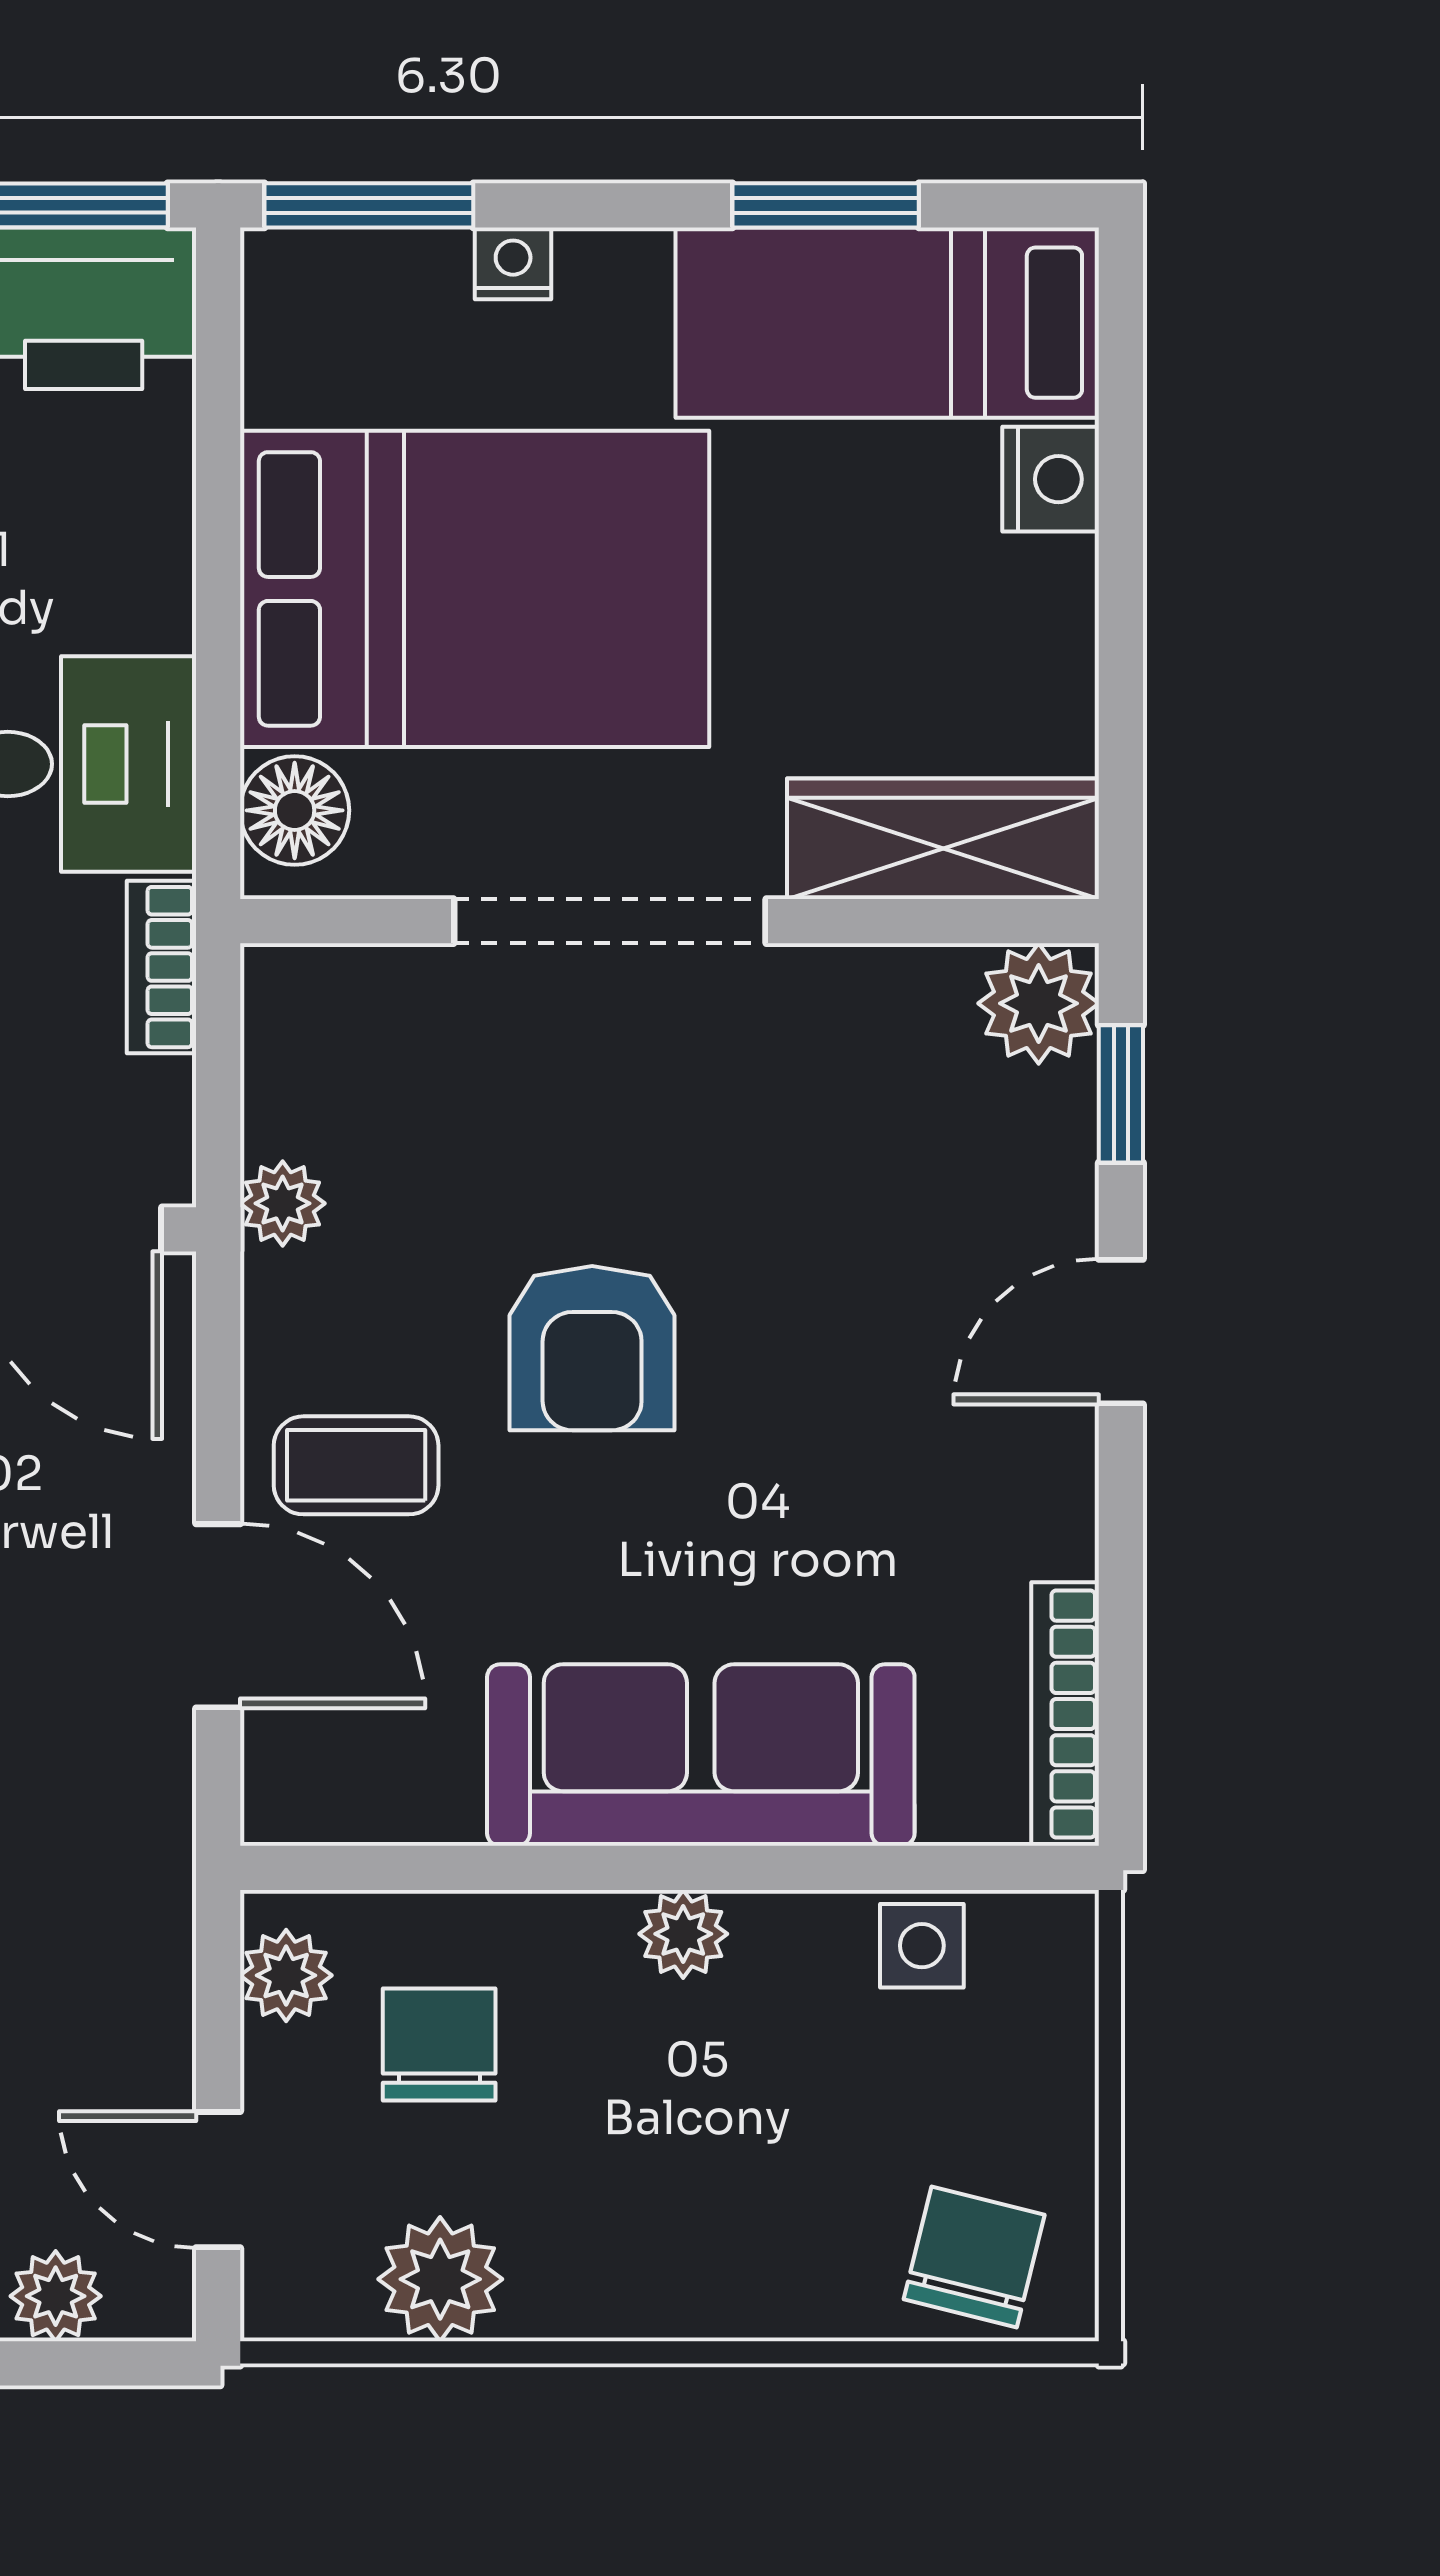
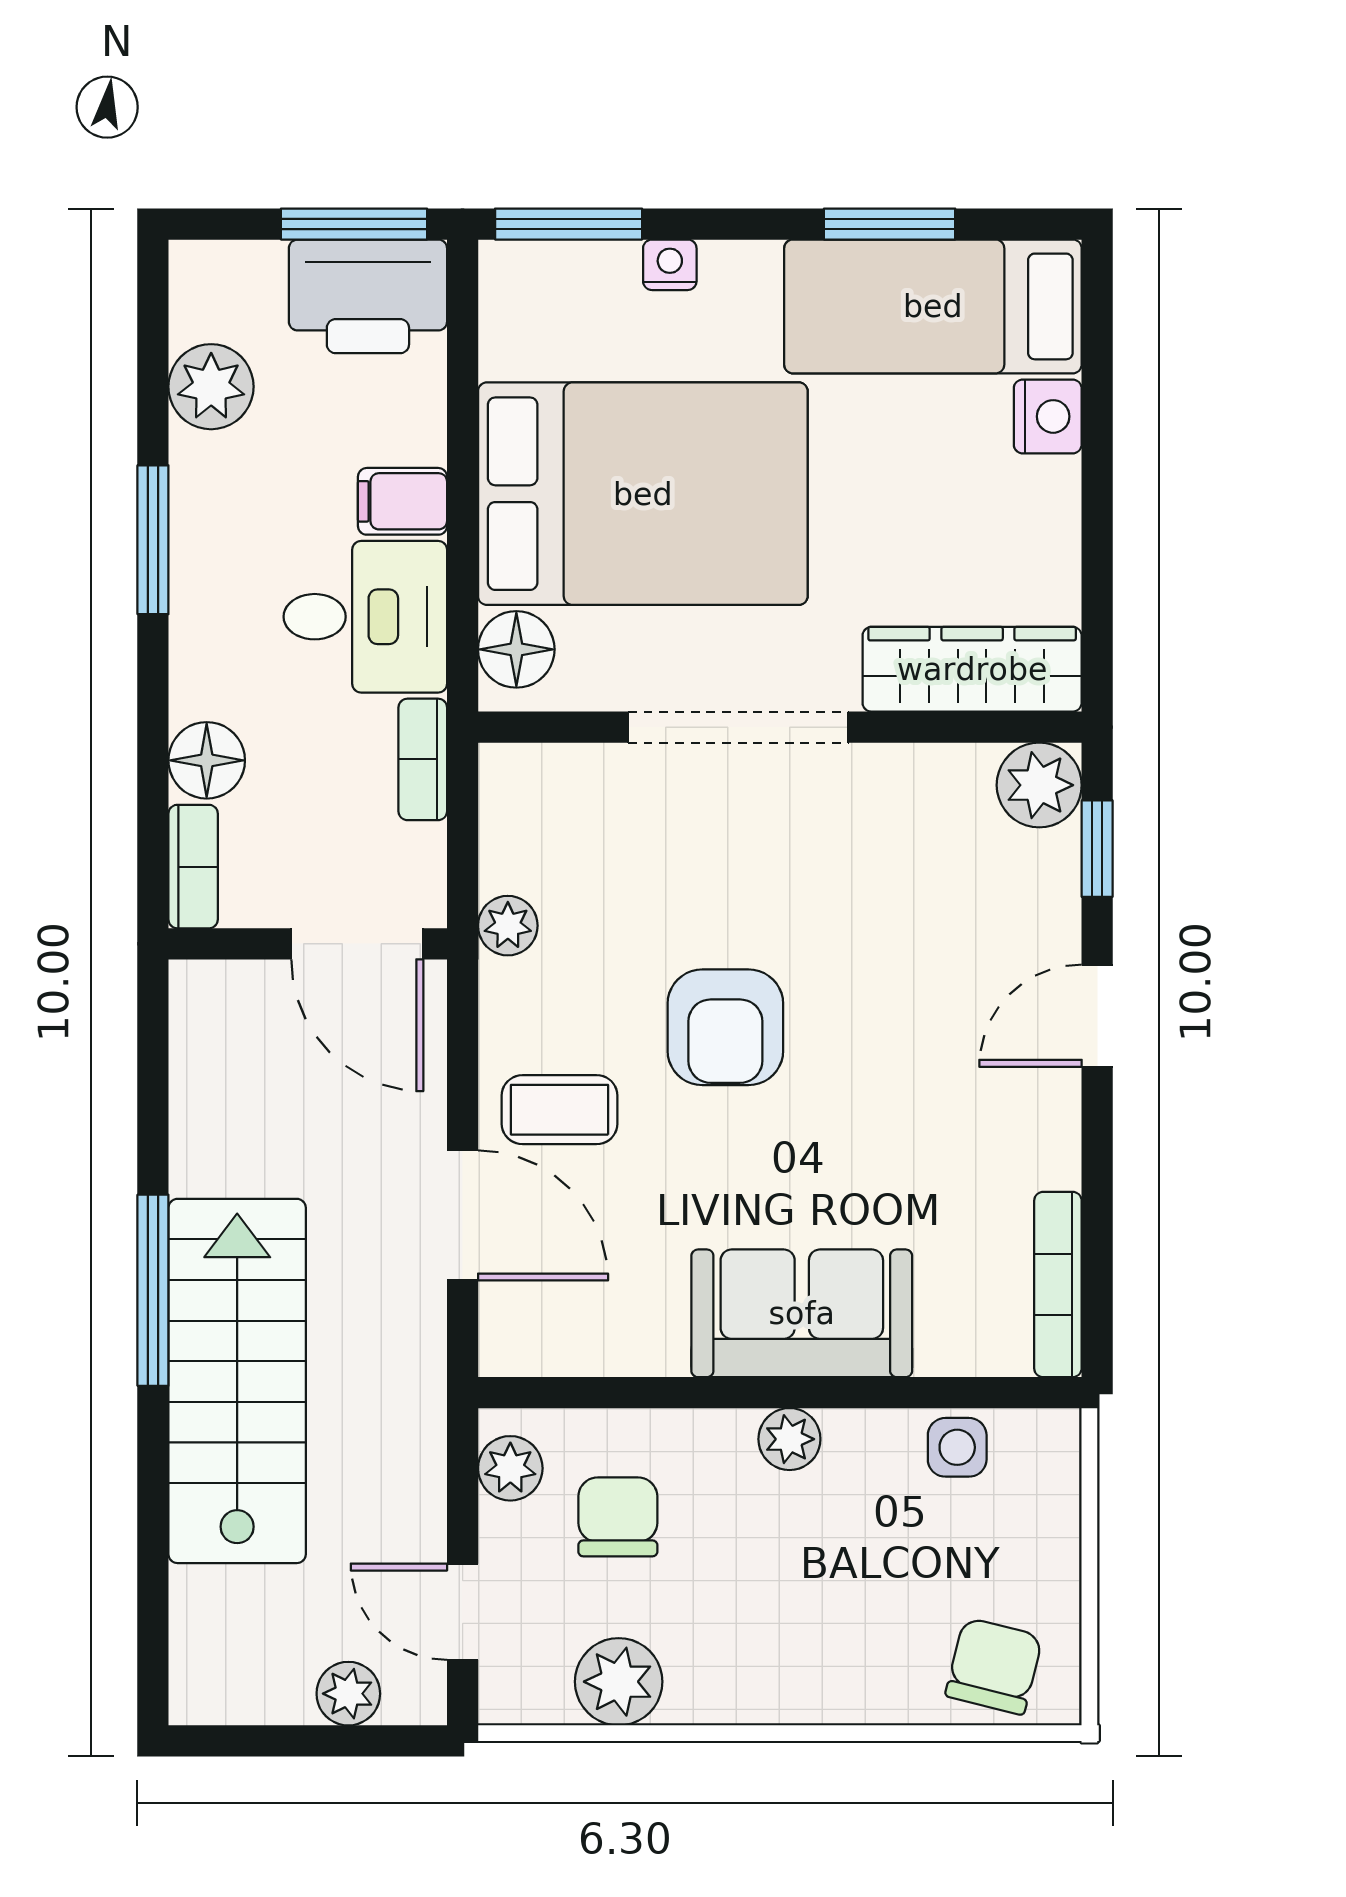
filing cabinet: (133, 600) -> (402, 501), added
sofa: (701, 1755) -> (802, 1313), width x0.73

